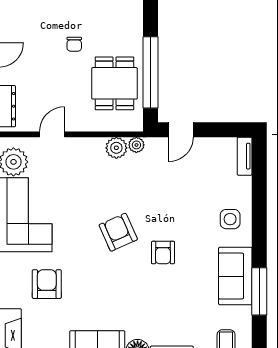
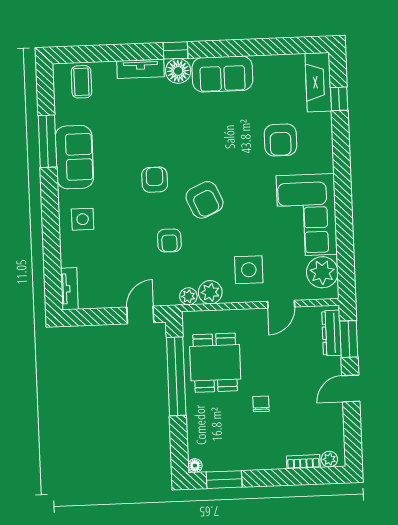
side table: (80, 167) -> (249, 270), added
armchair: (152, 197) -> (169, 240), added

